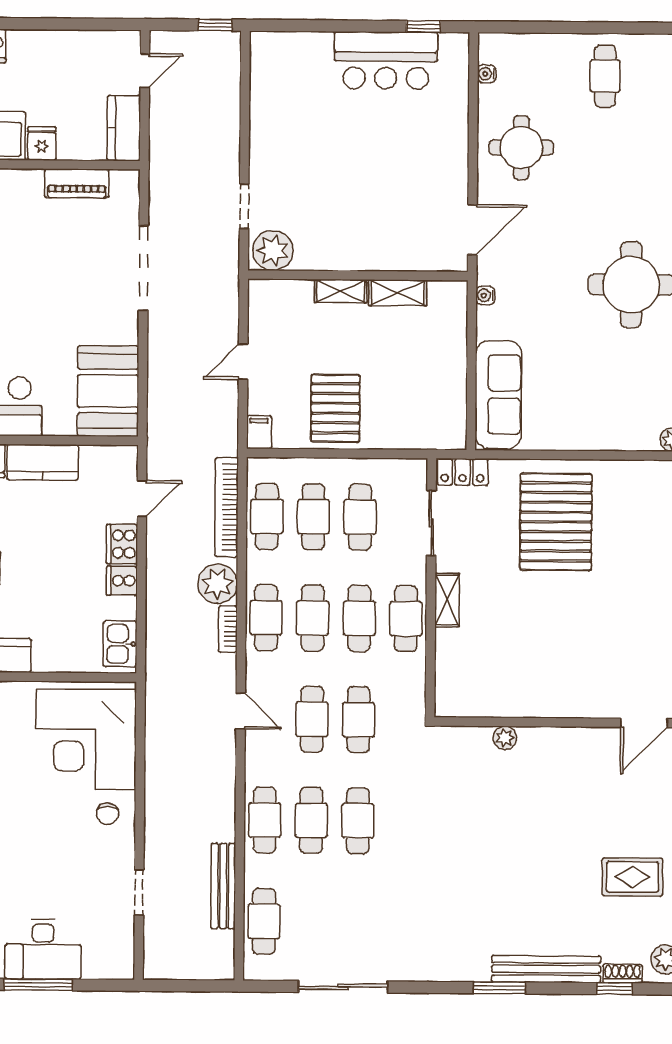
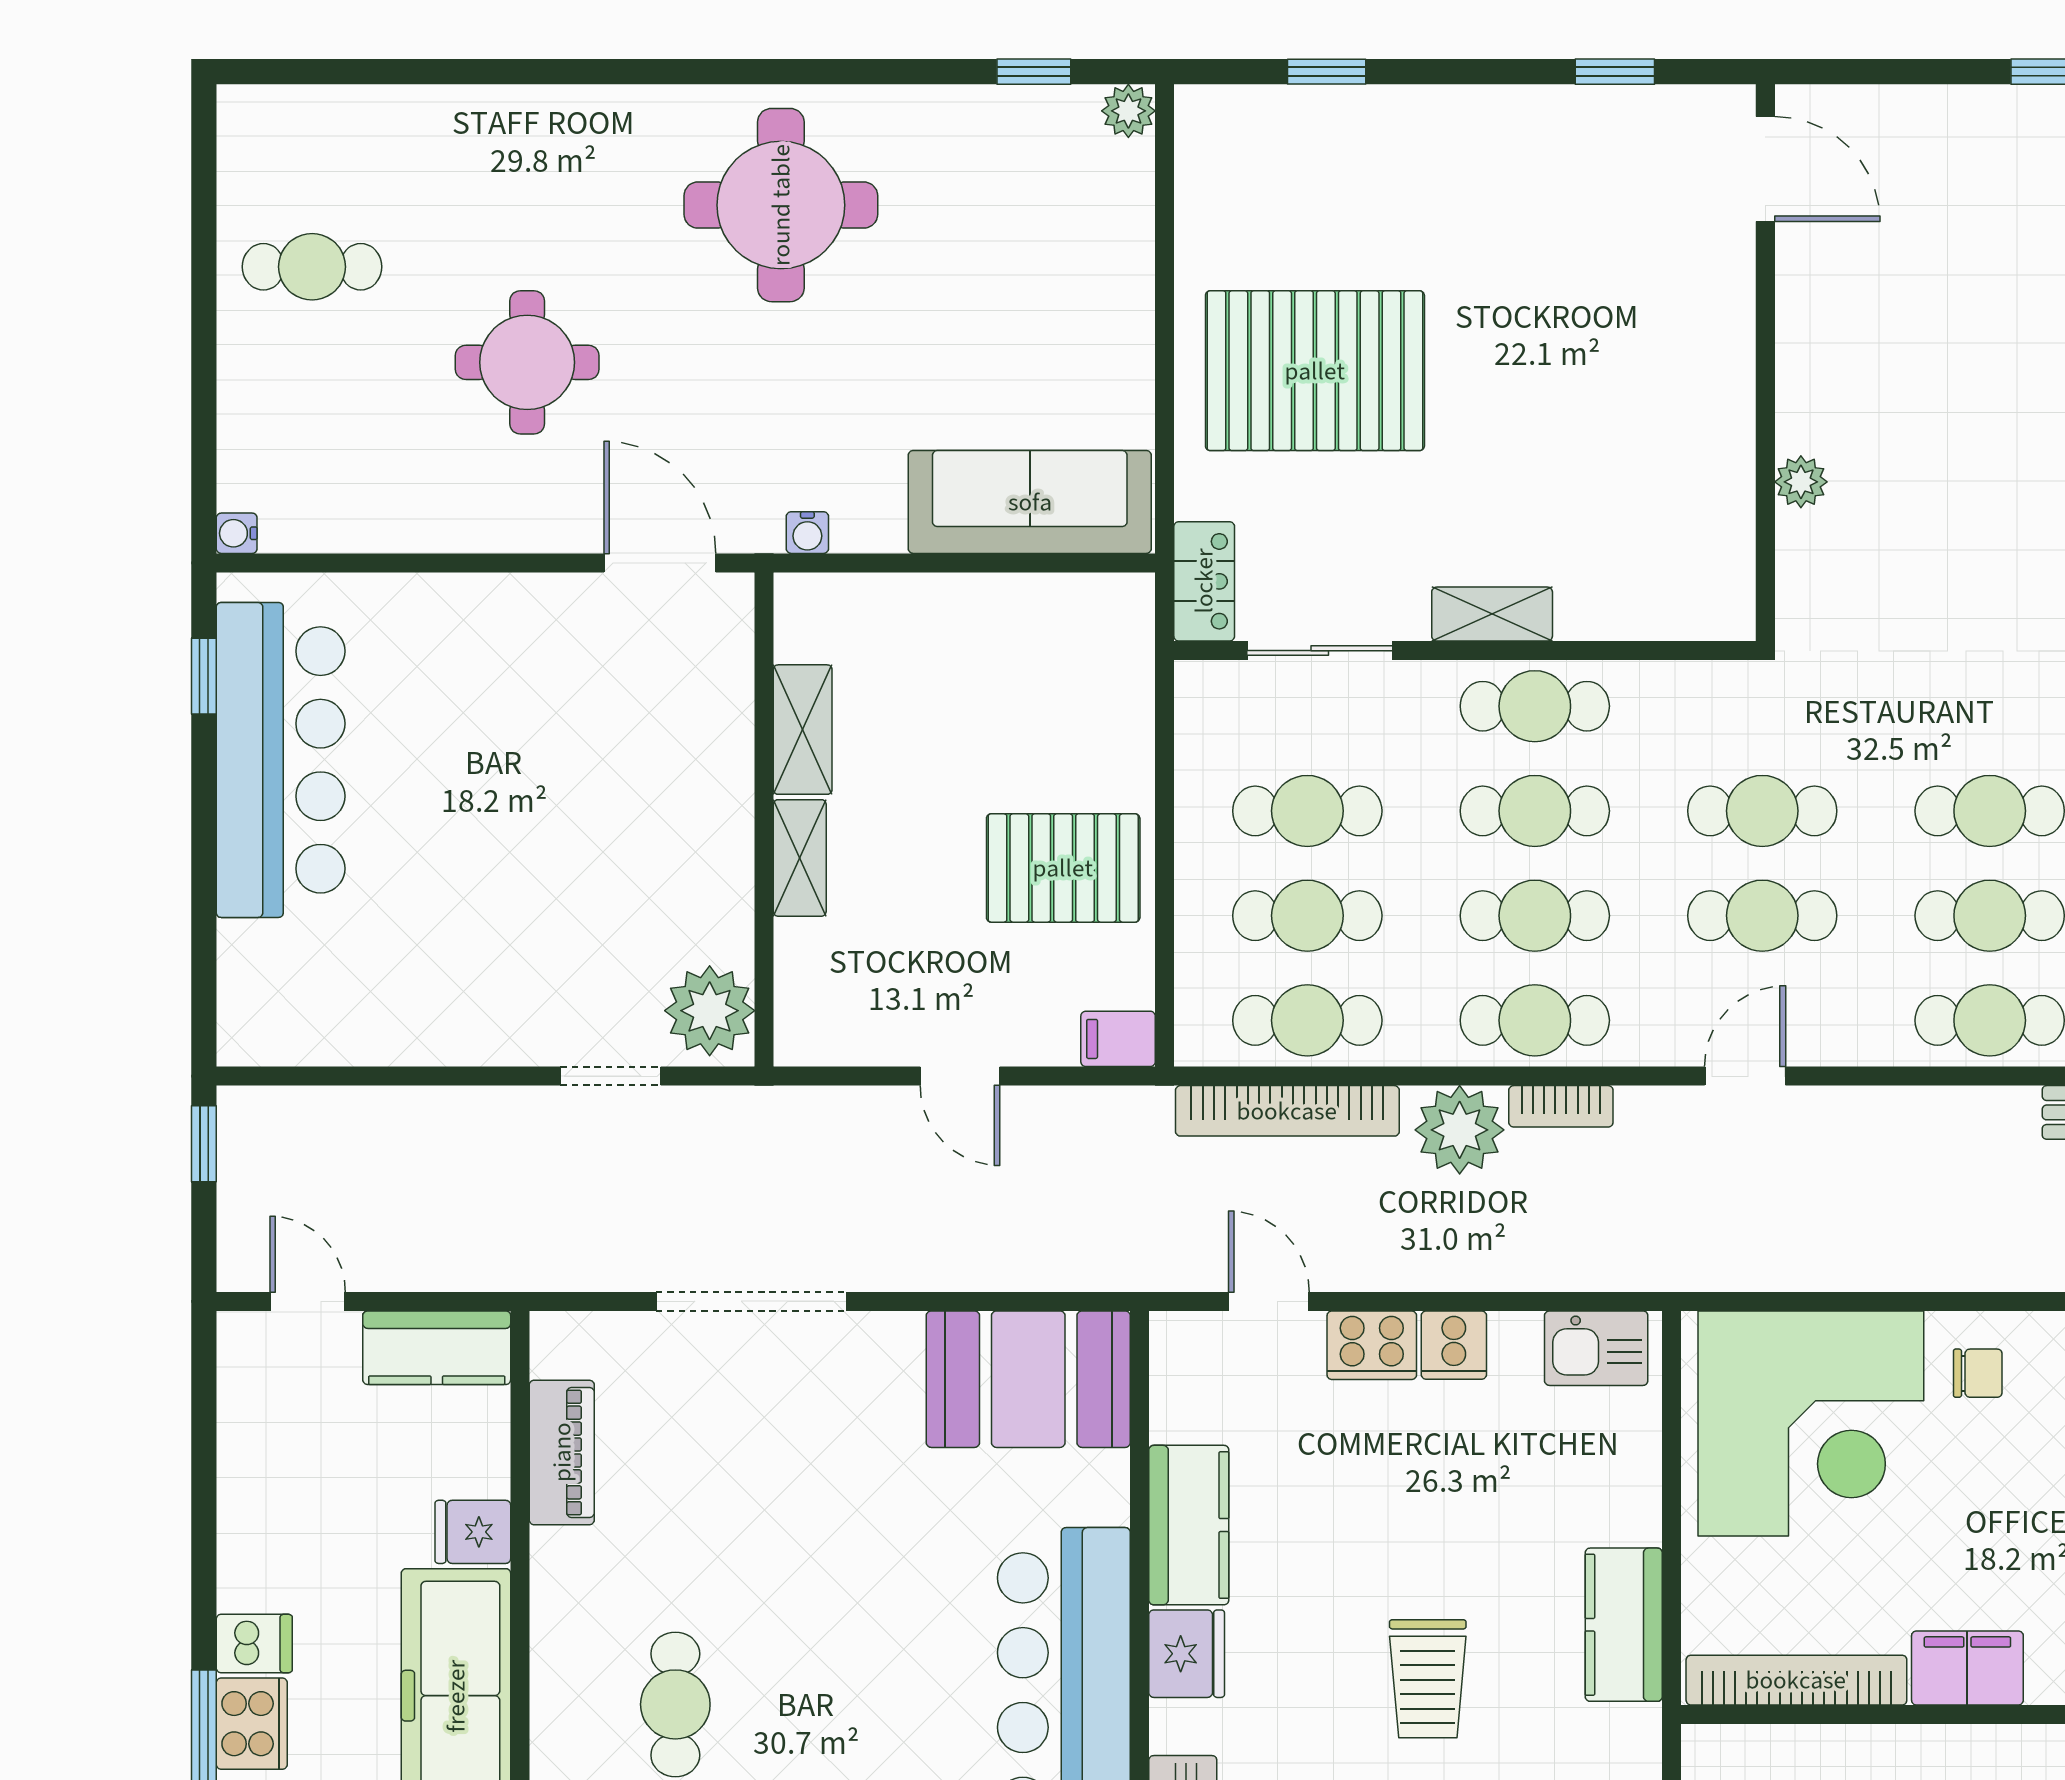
bar counter: (386, 60) -> (281, 760), width x1.36
water cooler: (487, 74) -> (237, 533), moved, turned 90
round table: (521, 148) -> (527, 362), moved

